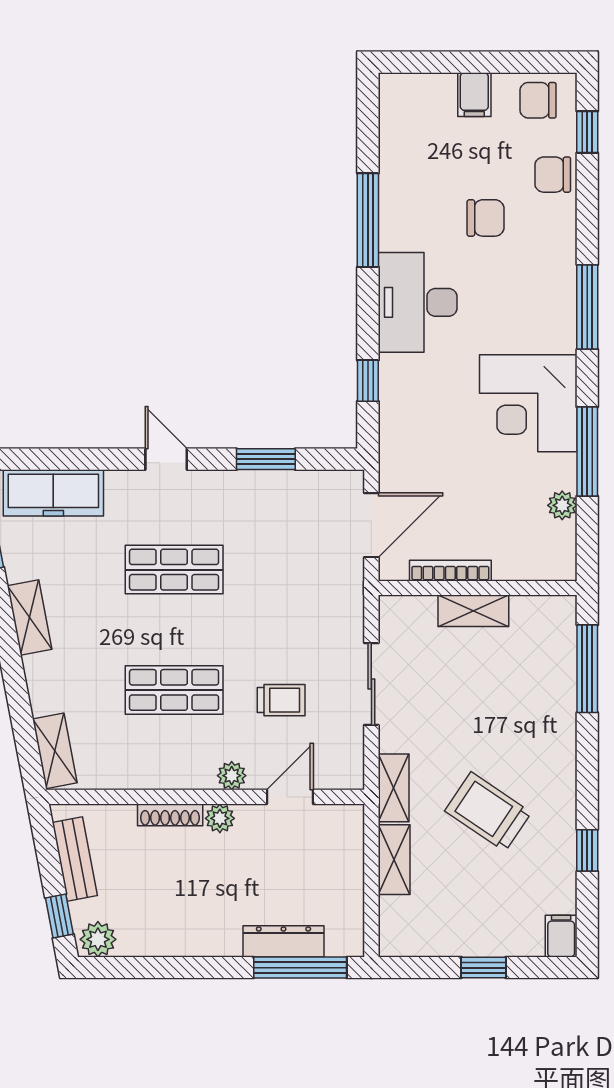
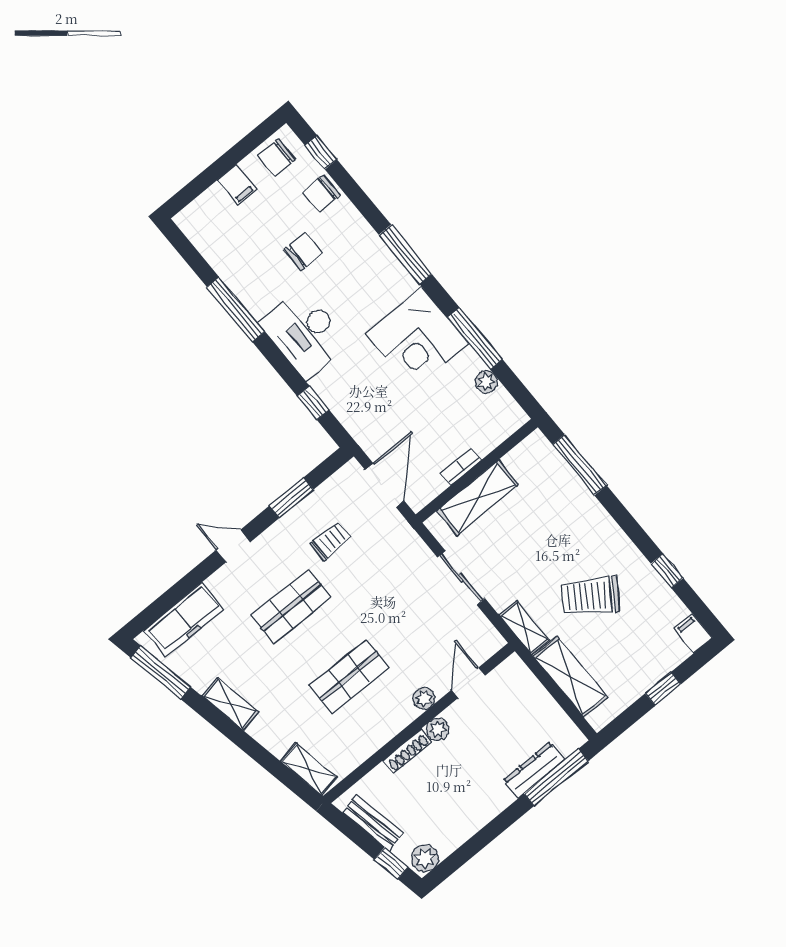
bookcase: (450, 571) -> (461, 467), width x0.64
shelving: (473, 611) -> (478, 498), width x1.50, depth x1.33
trolley: (281, 700) -> (331, 541), moved
shelving: (394, 860) -> (570, 677), width x1.50, depth x1.33

